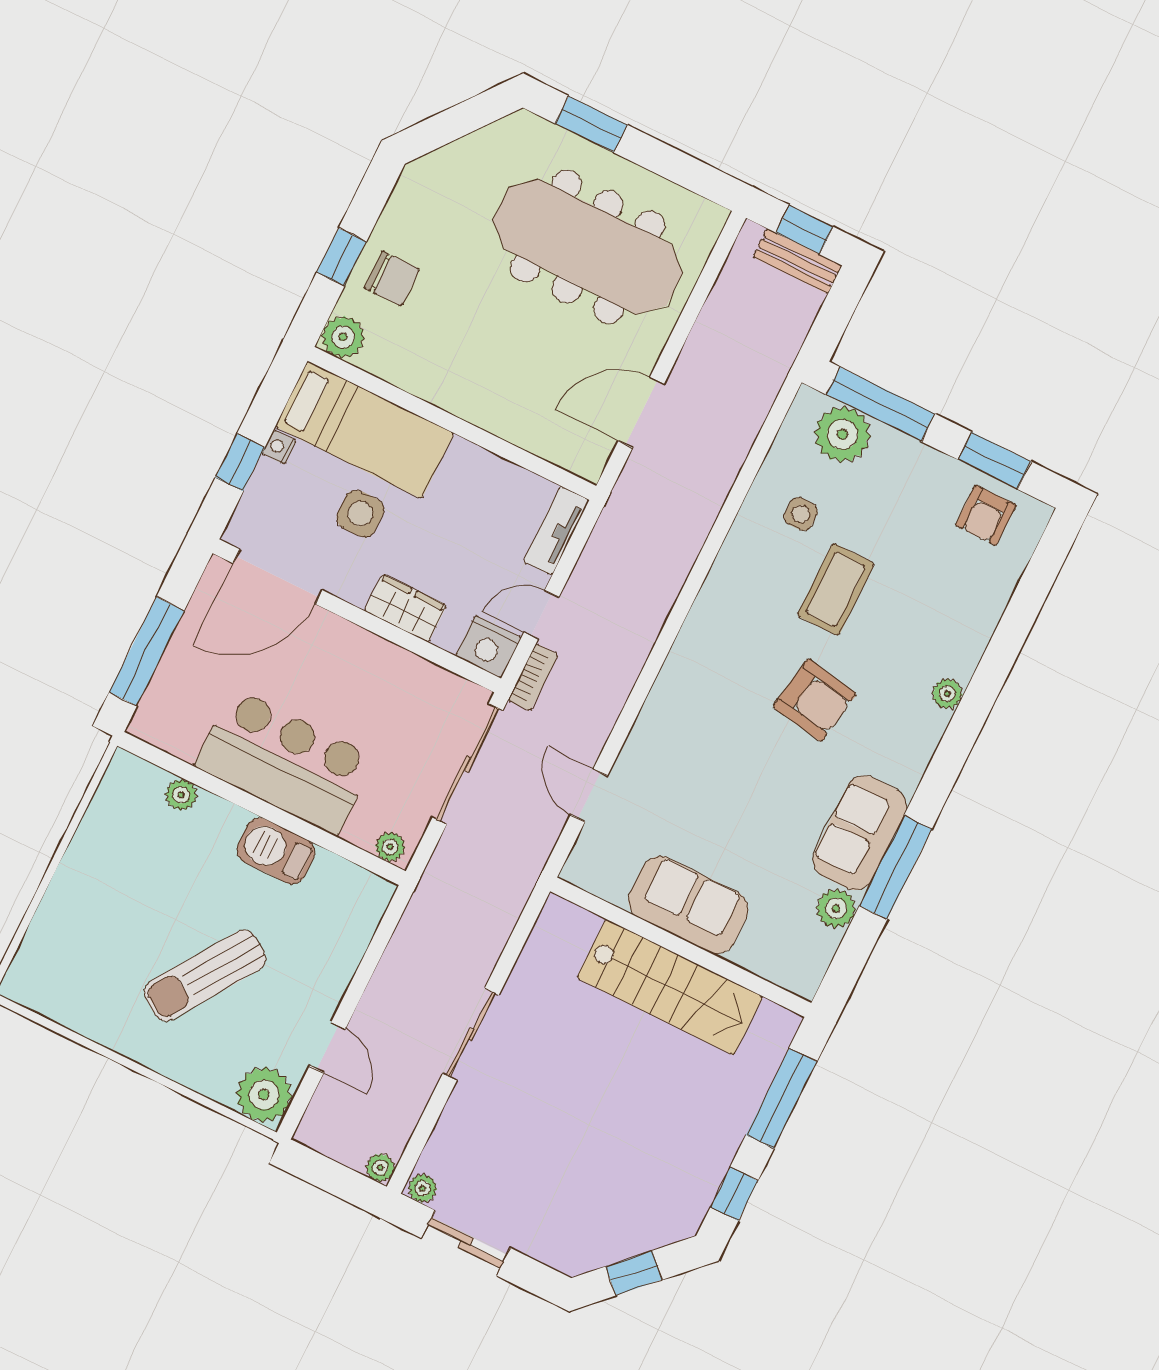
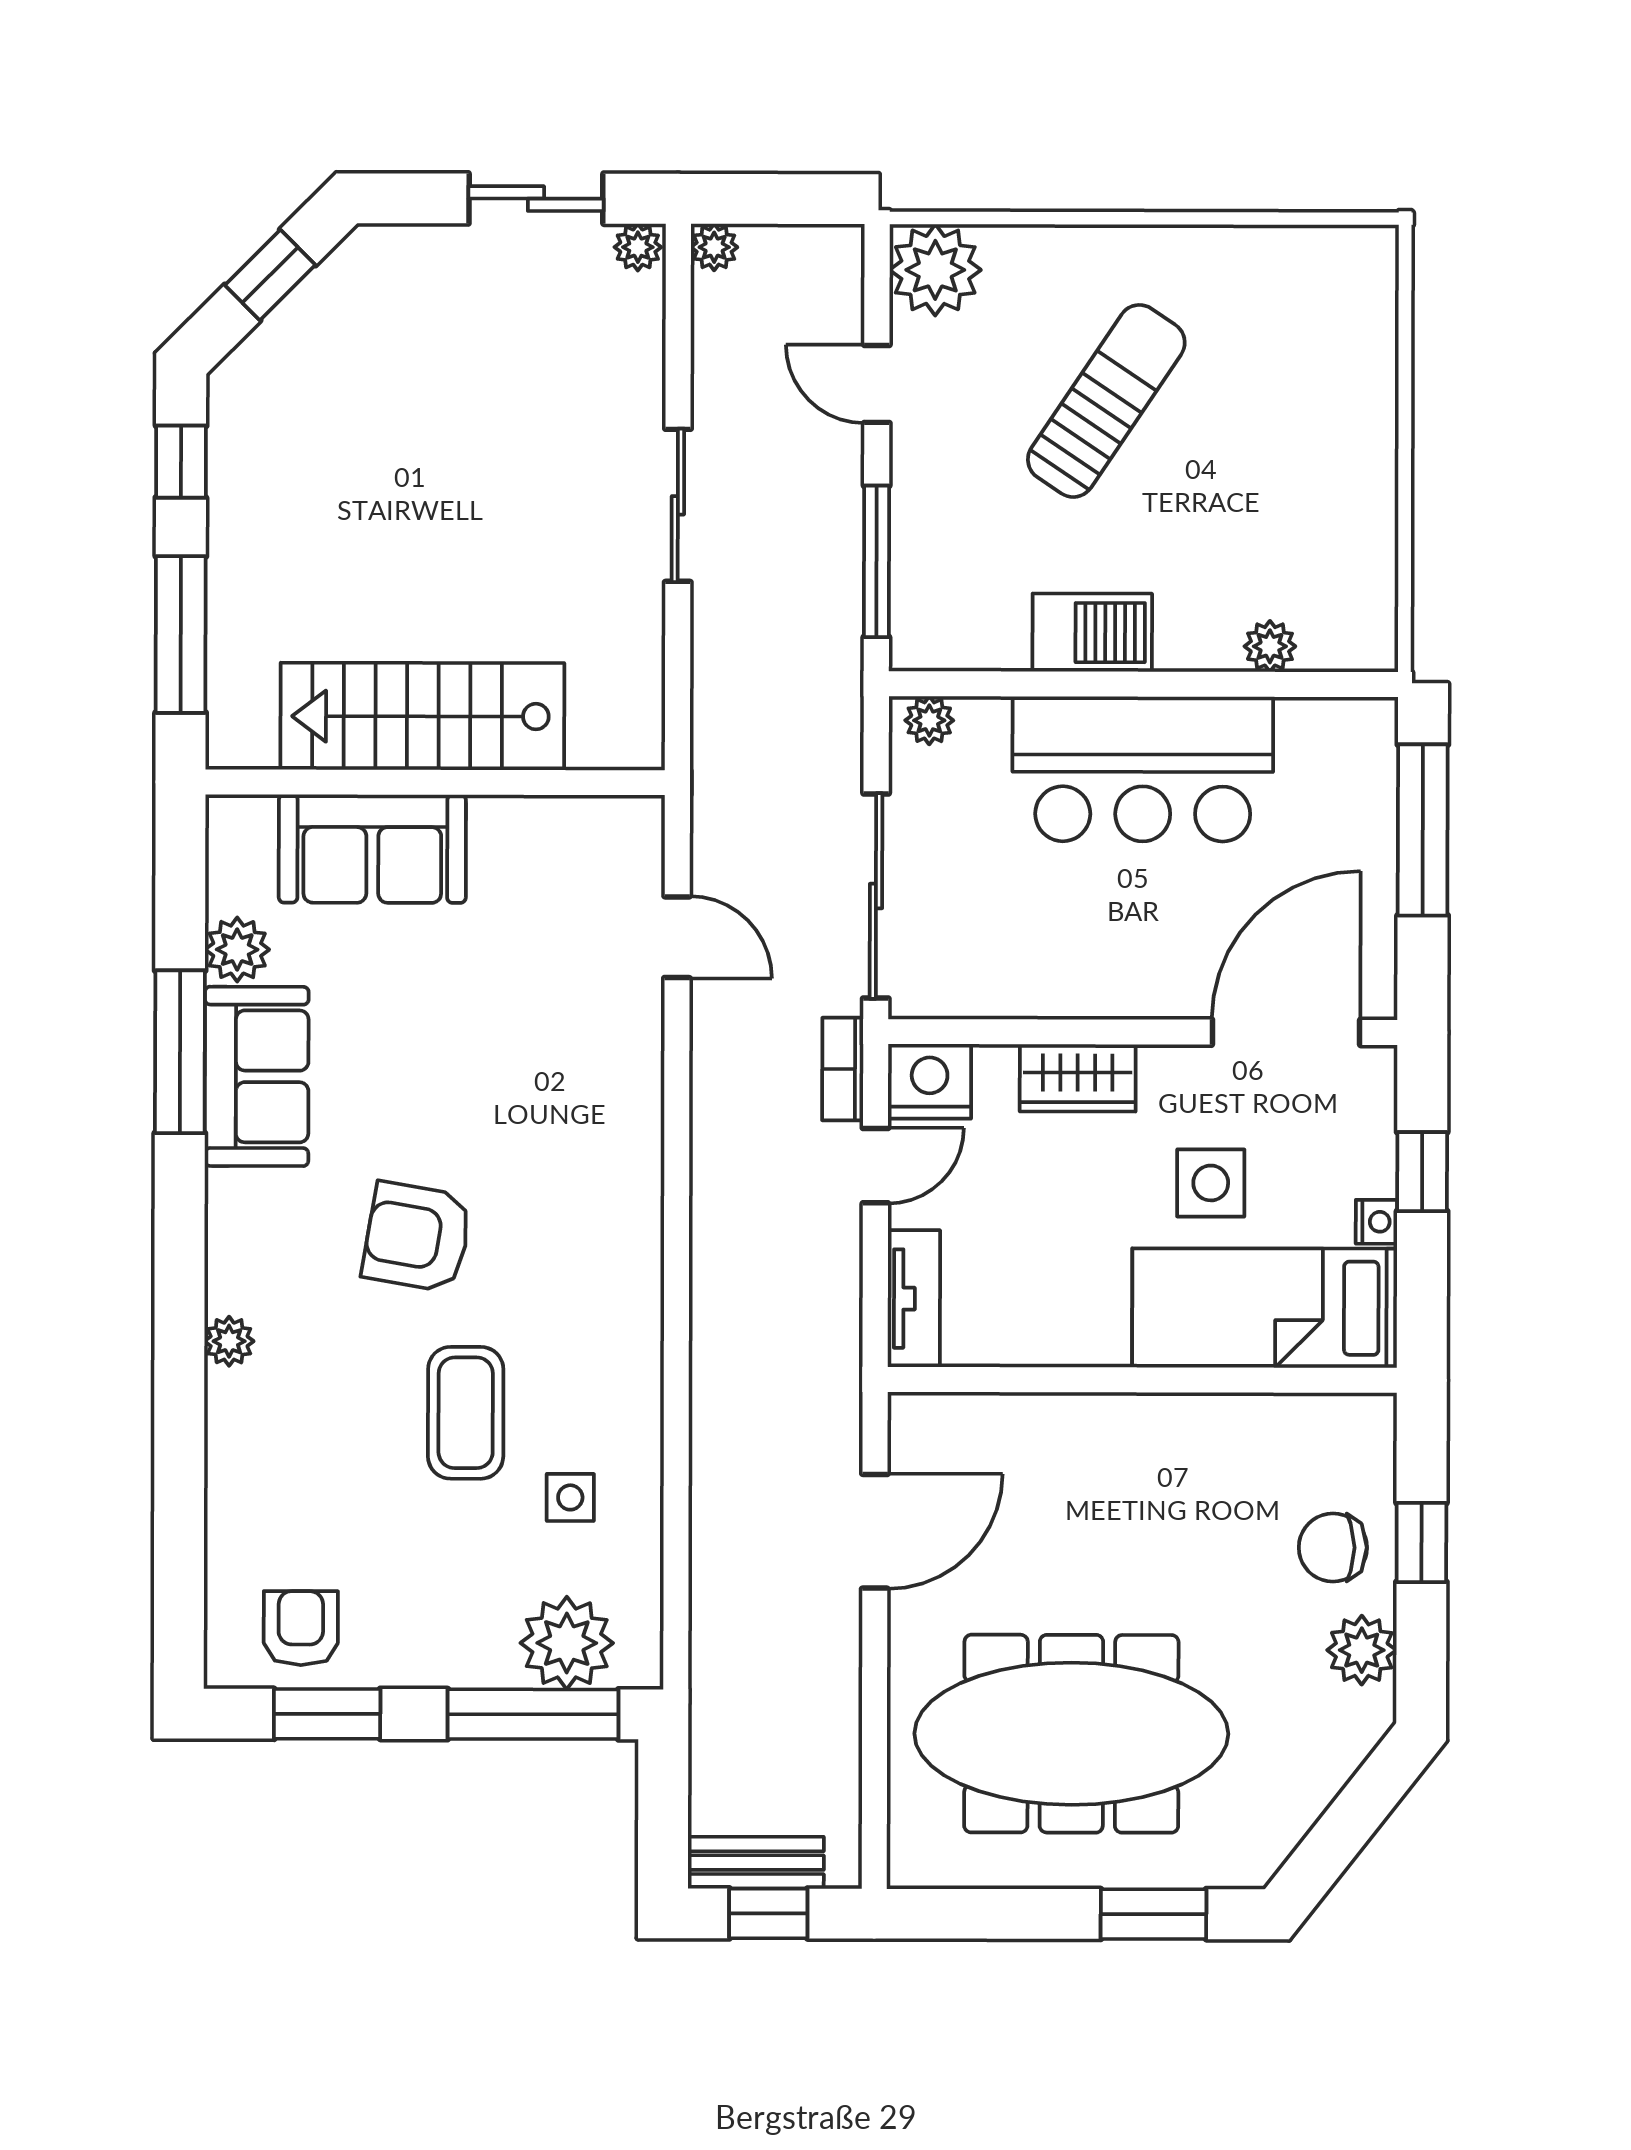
plant: (343, 337) -> (1362, 1650), moved
sofa: (688, 905) -> (372, 849), moved
window: (376, 949) -> (877, 561), added

